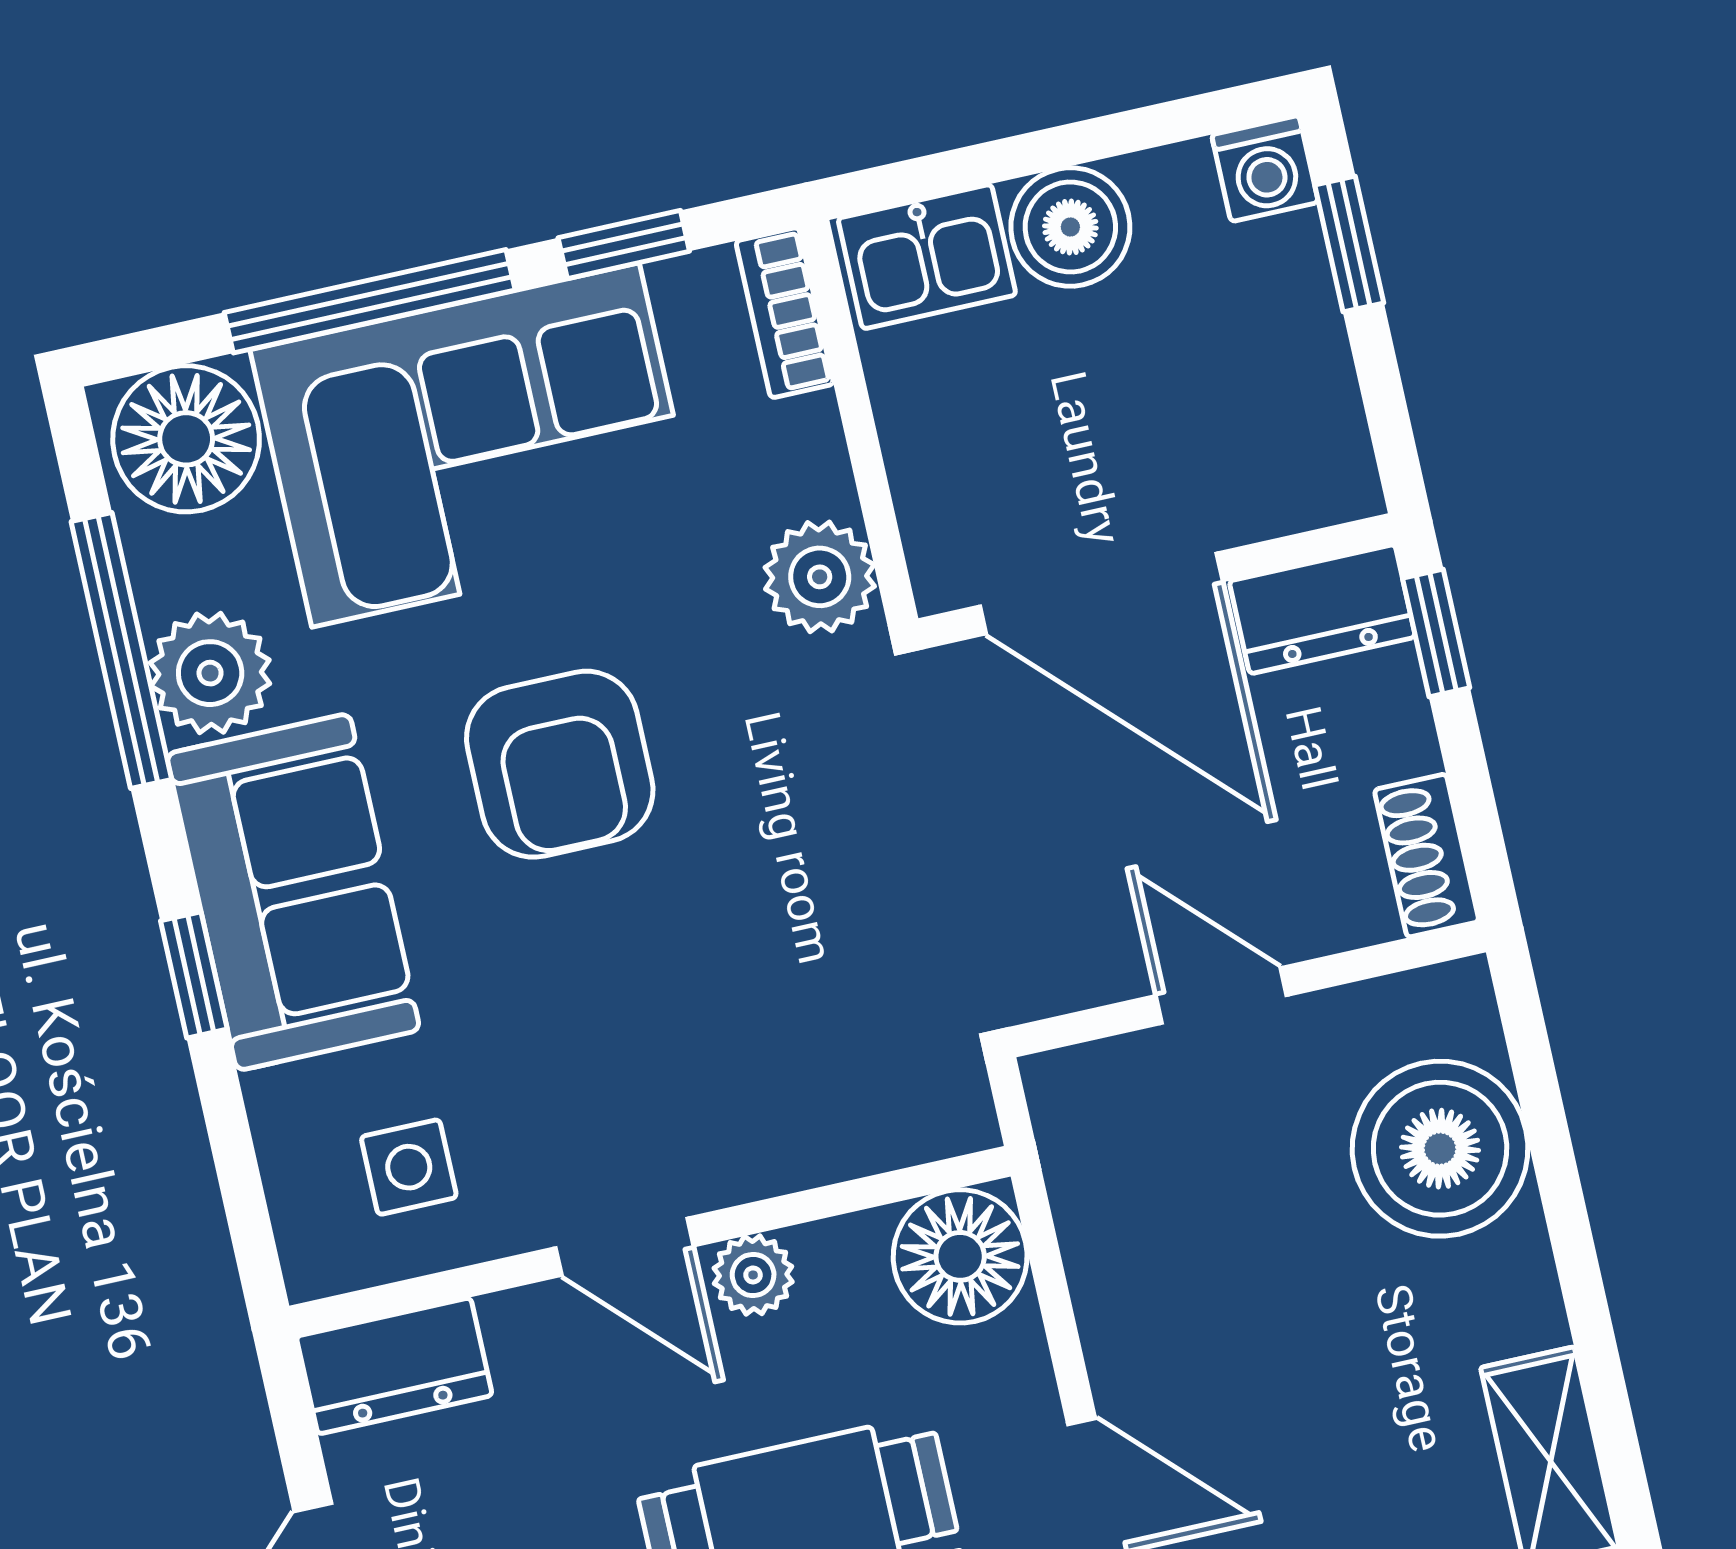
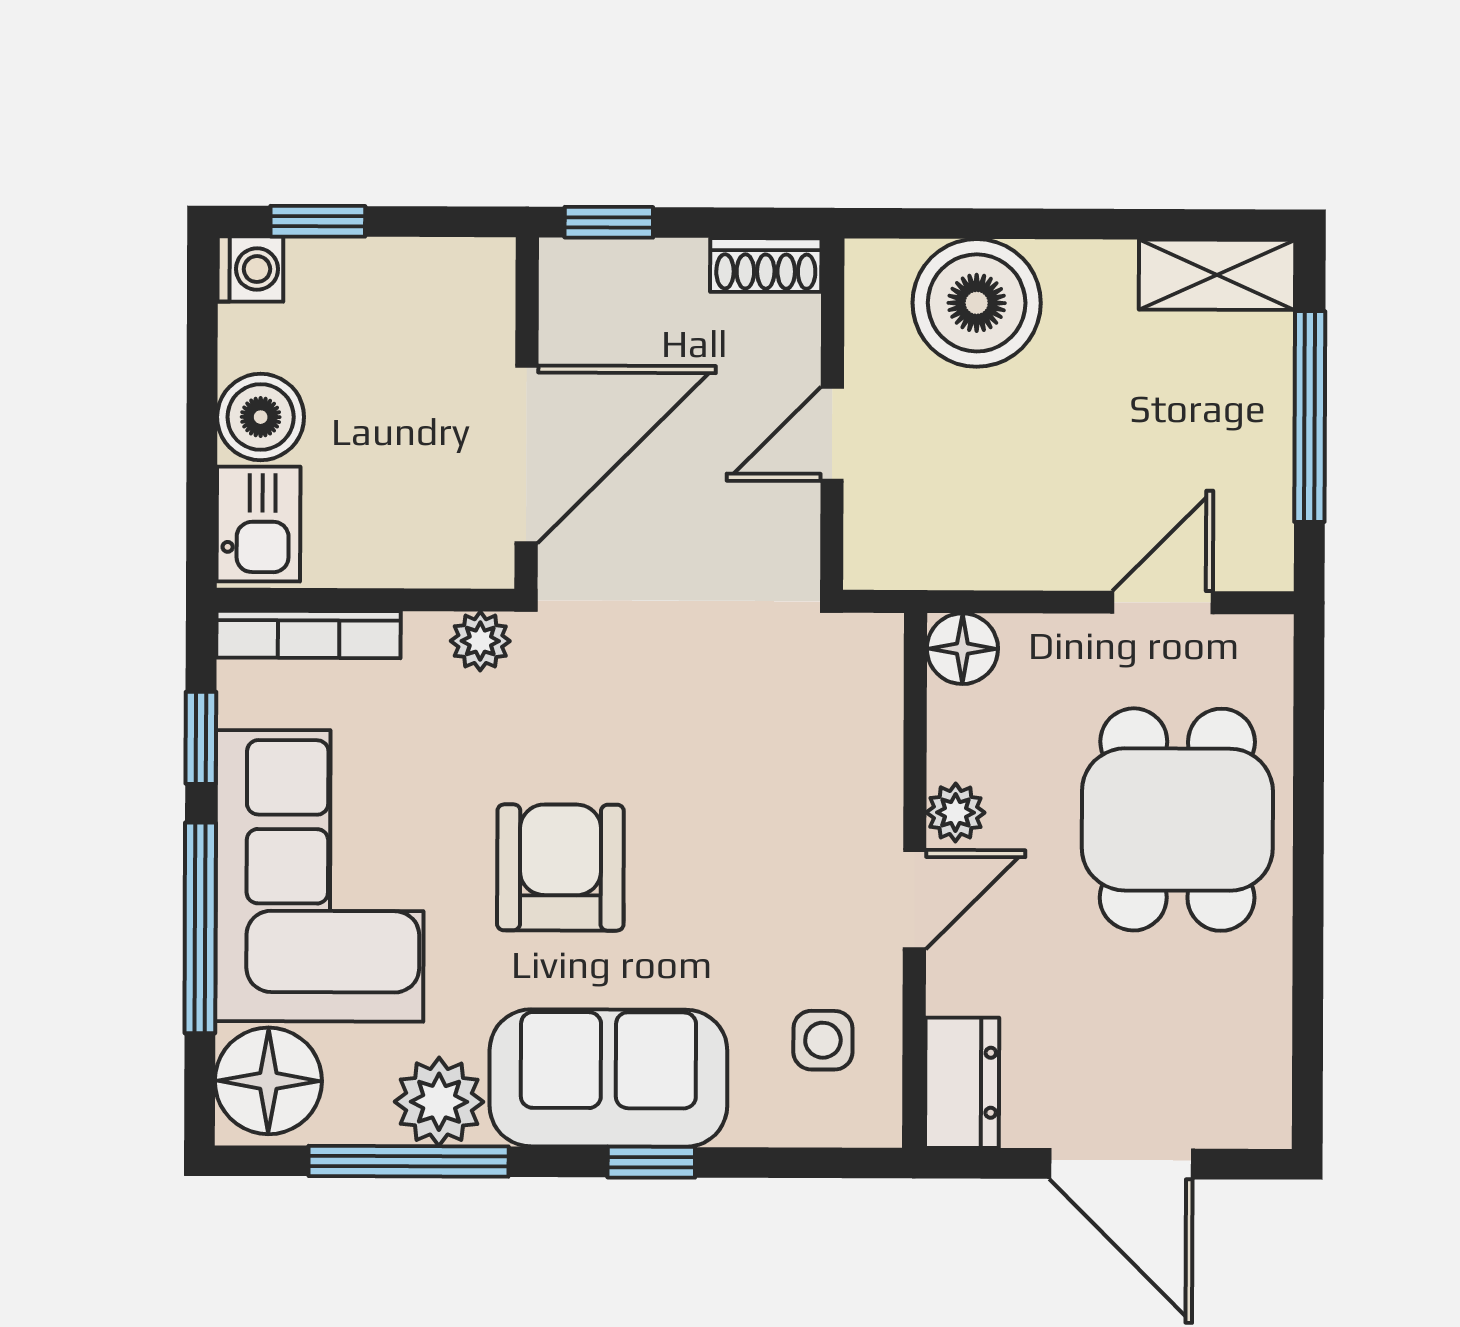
bookcase: (785, 313) -> (308, 634), width x1.56
plant: (820, 577) -> (480, 641), width x0.73, depth x0.73
dresser: (1322, 609) -> (573, 299), removed
armchair: (560, 764) -> (560, 867), turned -90
floor lamp: (960, 1256) -> (962, 649), width x0.73, depth x0.73

